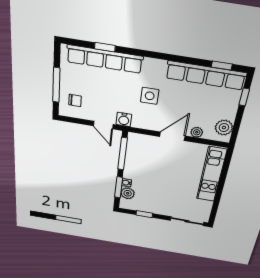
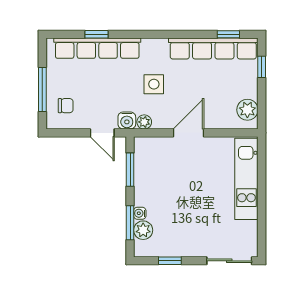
plant: (197, 132) -> (144, 122), moved
window: (122, 154) -> (130, 170), width x0.69

